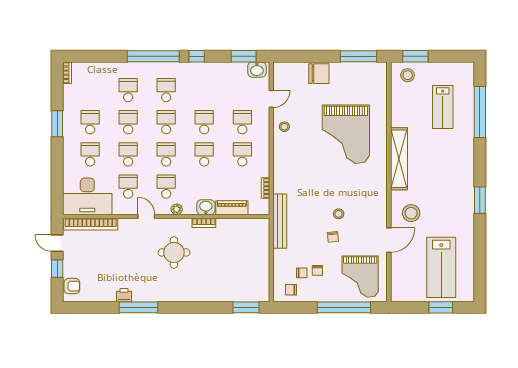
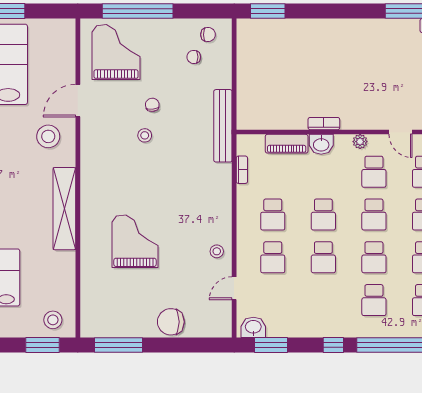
grand piano: (346, 134) -> (135, 241), width x0.73, depth x0.68
round table: (174, 252) -> (364, 84), removed
chair: (317, 270) -> (173, 60), removed

